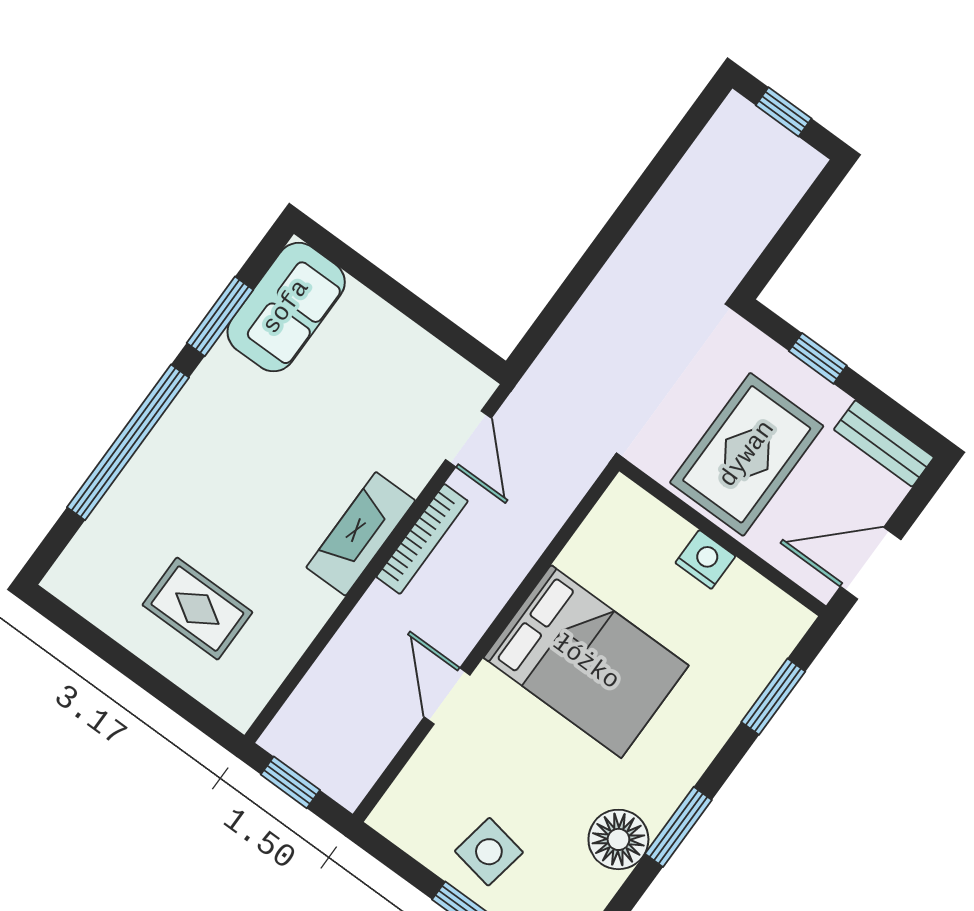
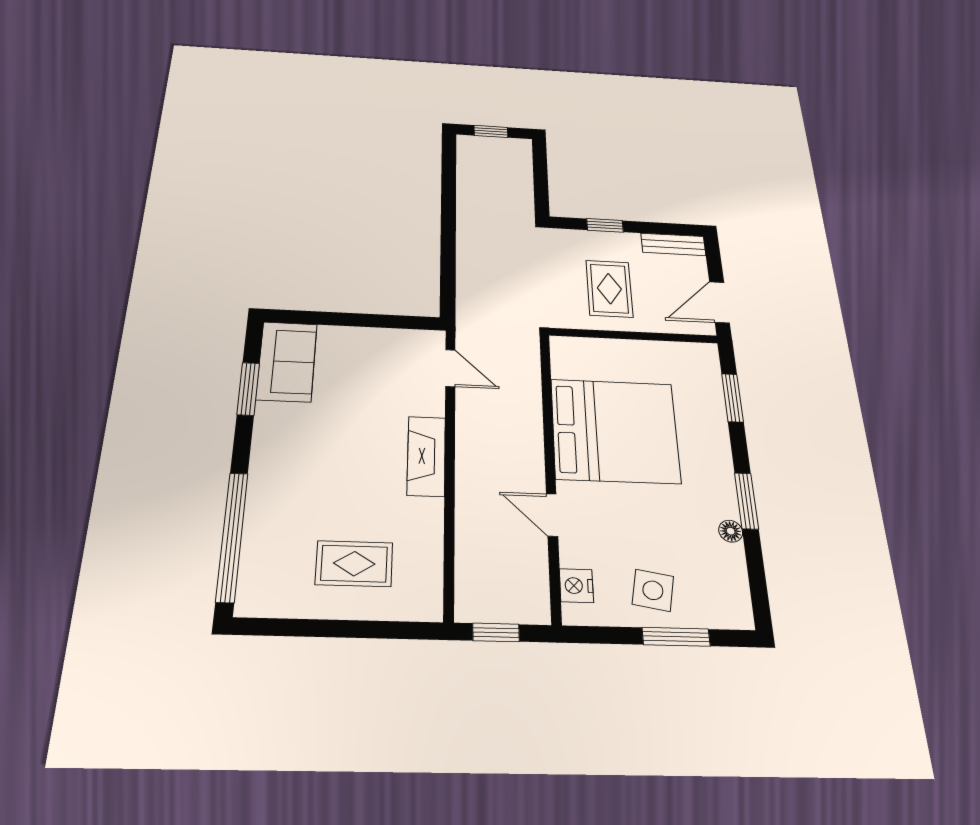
window: (128, 442) -> (232, 536), moved
rug: (747, 454) -> (609, 289), width x0.73, depth x0.70
bookcase: (422, 539) -> (466, 437), removed
nightstand: (705, 560) -> (576, 586), moved, turned -90
bed: (586, 662) -> (615, 431), width x1.36
floor lamp: (618, 839) -> (731, 531), width x0.53, depth x0.53

